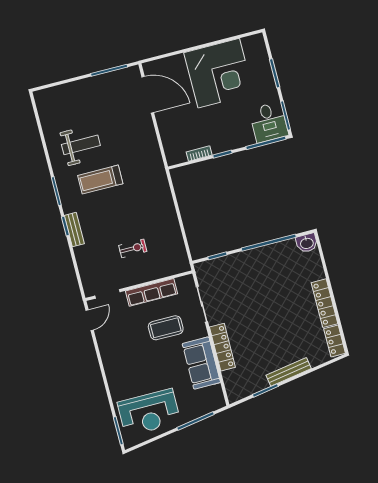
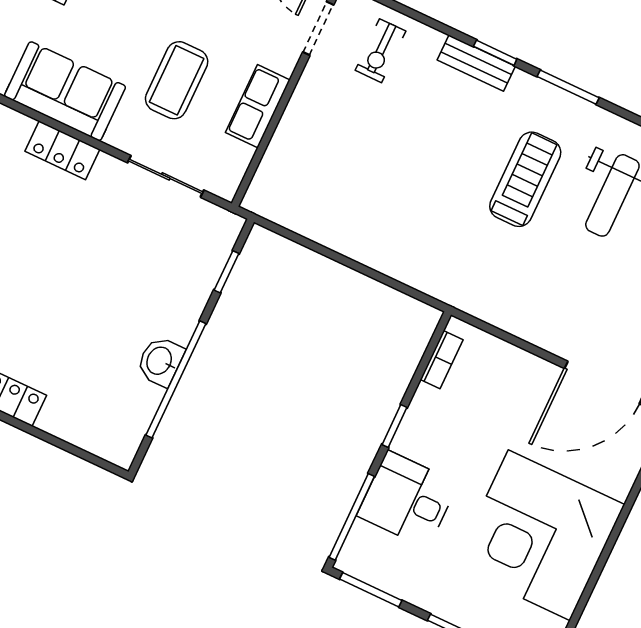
desk: (269, 122) -> (408, 500), moved
bookcase: (199, 153) -> (442, 360), moved
washbasin: (307, 243) -> (160, 361), moved
exercise bike: (133, 248) -> (380, 51), moved
row of seats: (151, 292) -> (258, 106), width x0.68
locker: (222, 347) -> (62, 150), width x0.66

